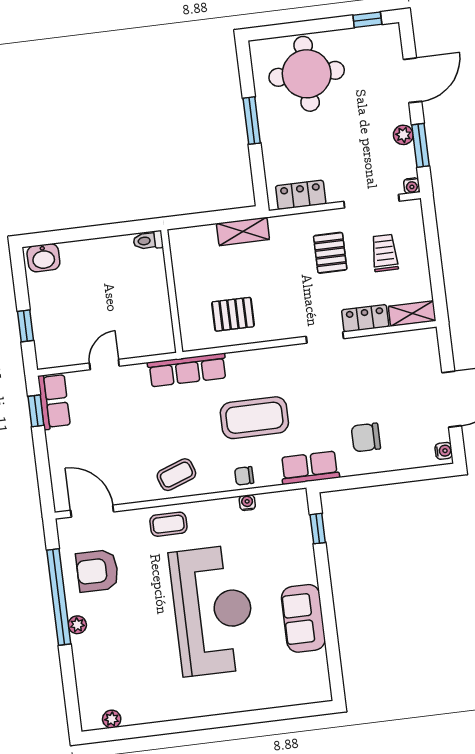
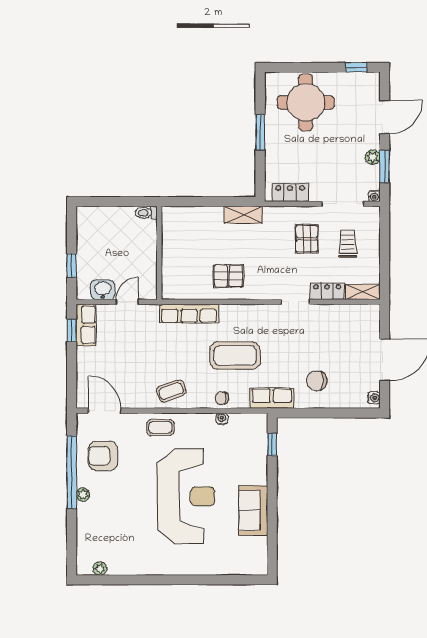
toilet: (148, 240) -> (146, 213), moved
washbasin: (43, 258) -> (103, 290), moved, turned 180
wall: (172, 291) -> (159, 253), moved

